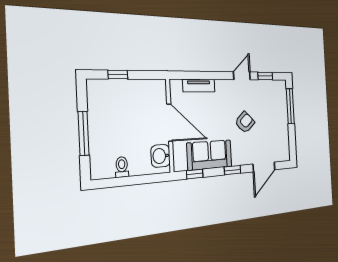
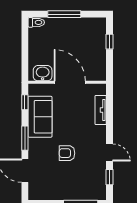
armchair: (245, 122) -> (67, 153), turned 134
door: (170, 123) -> (70, 82), swing flipped
toilet: (122, 167) -> (36, 22), moved
window: (232, 170) -> (25, 138), width x1.50

